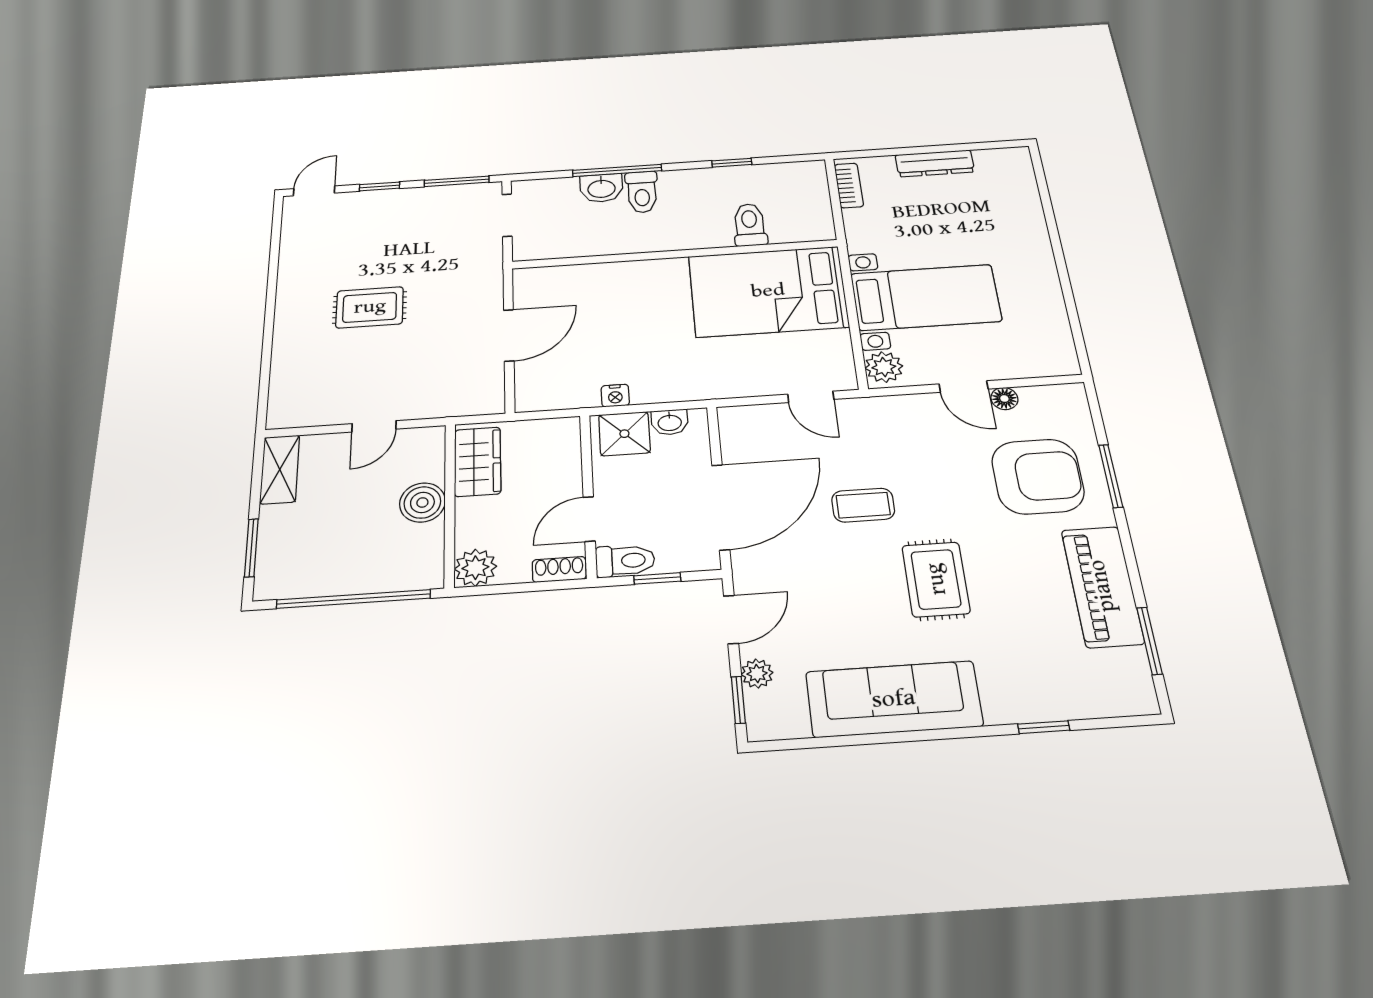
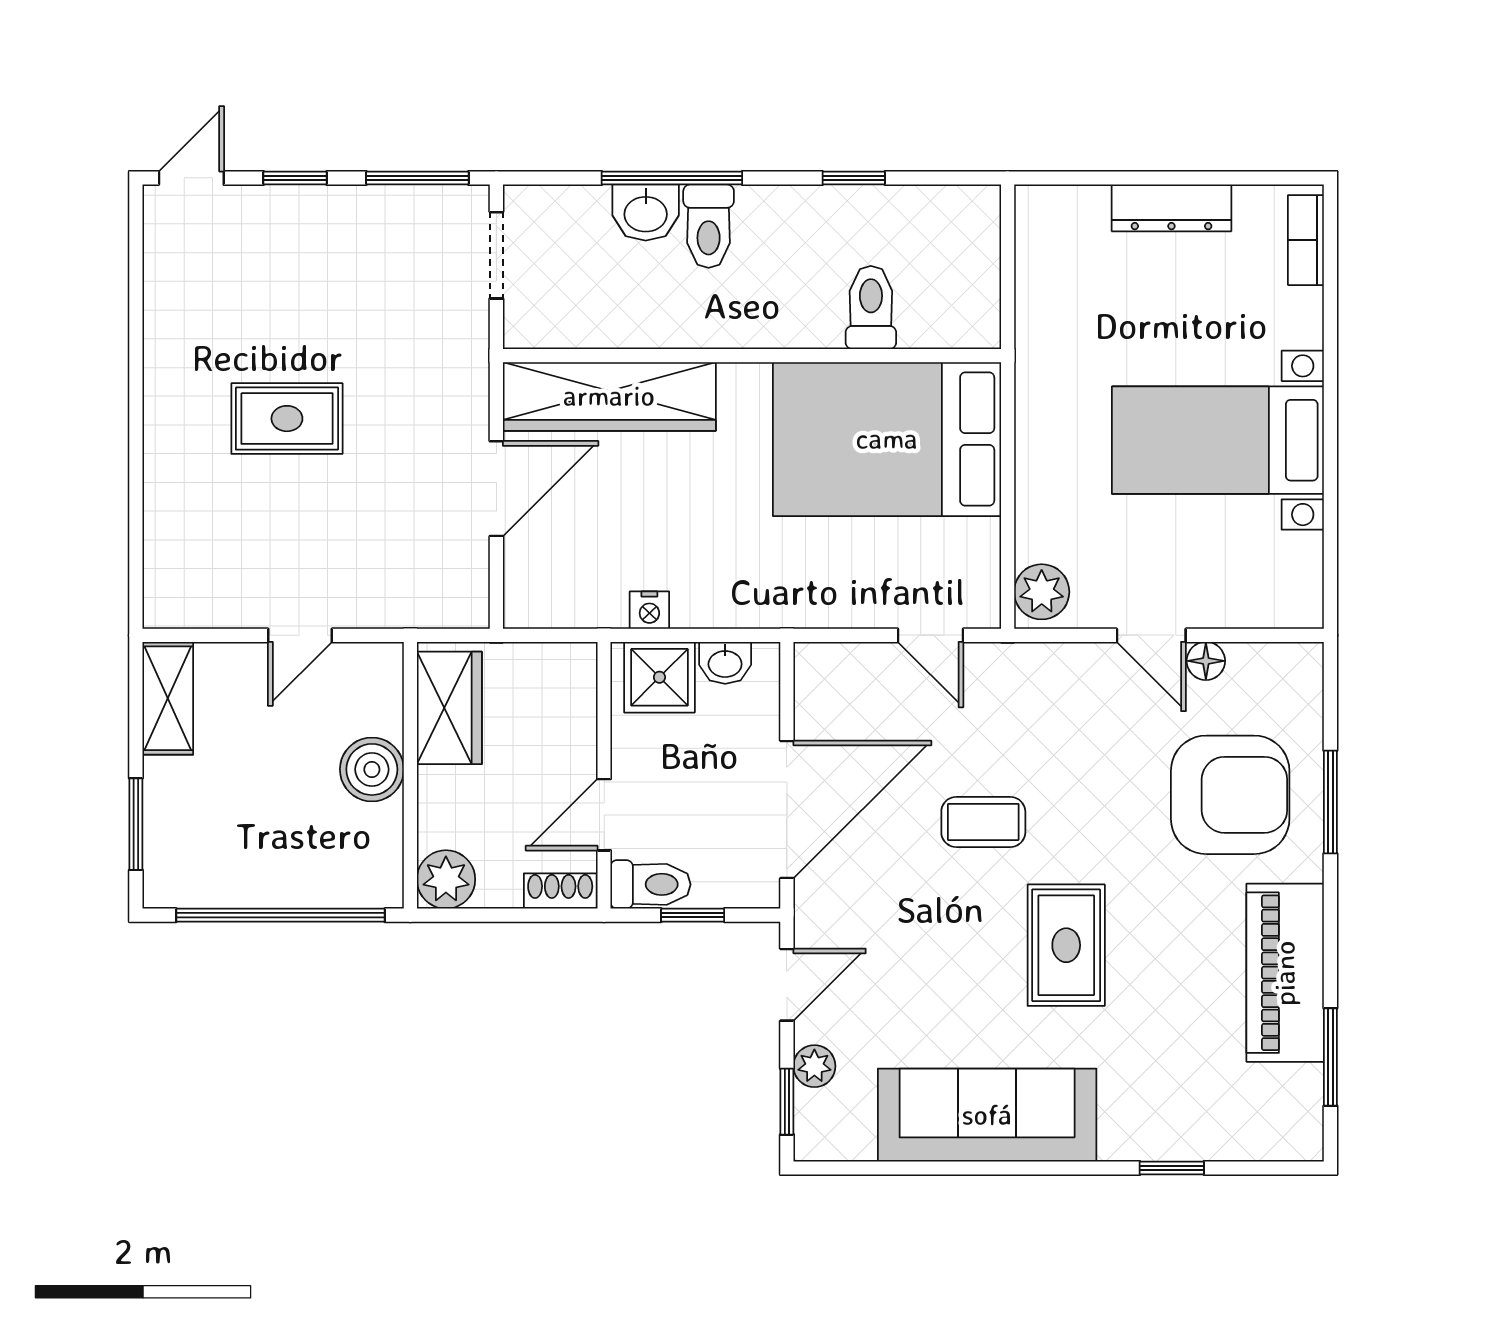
bookcase: (849, 185) -> (1306, 240), moved, turned 180
wardrobe: (583, 282) -> (609, 396), added
bed with nightstands: (926, 297) -> (1218, 440), moved, turned 180

